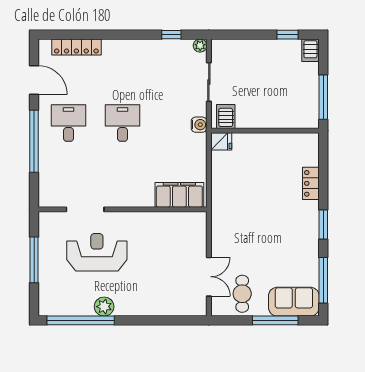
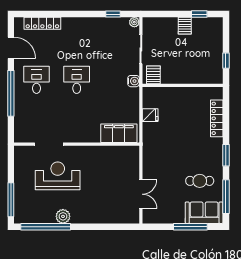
server rack: (310, 50) -> (185, 26), moved
window: (323, 97) -> (226, 61), width x0.46
fridge: (221, 141) -> (150, 115), moved
locker: (311, 183) -> (217, 118), width x1.53
window: (34, 260) -> (11, 200), moved
cafe table: (242, 294) -> (200, 181), moved, turned 90

